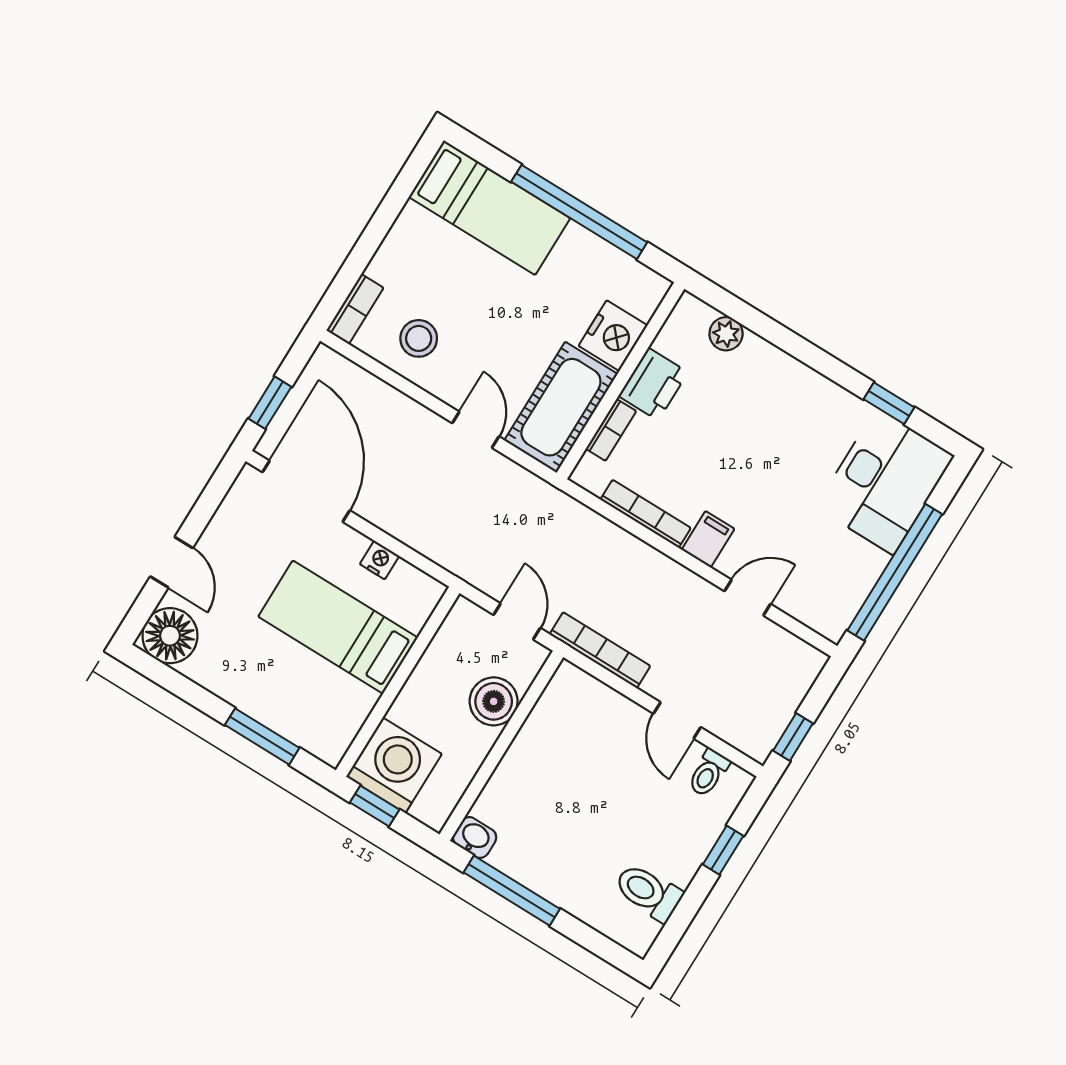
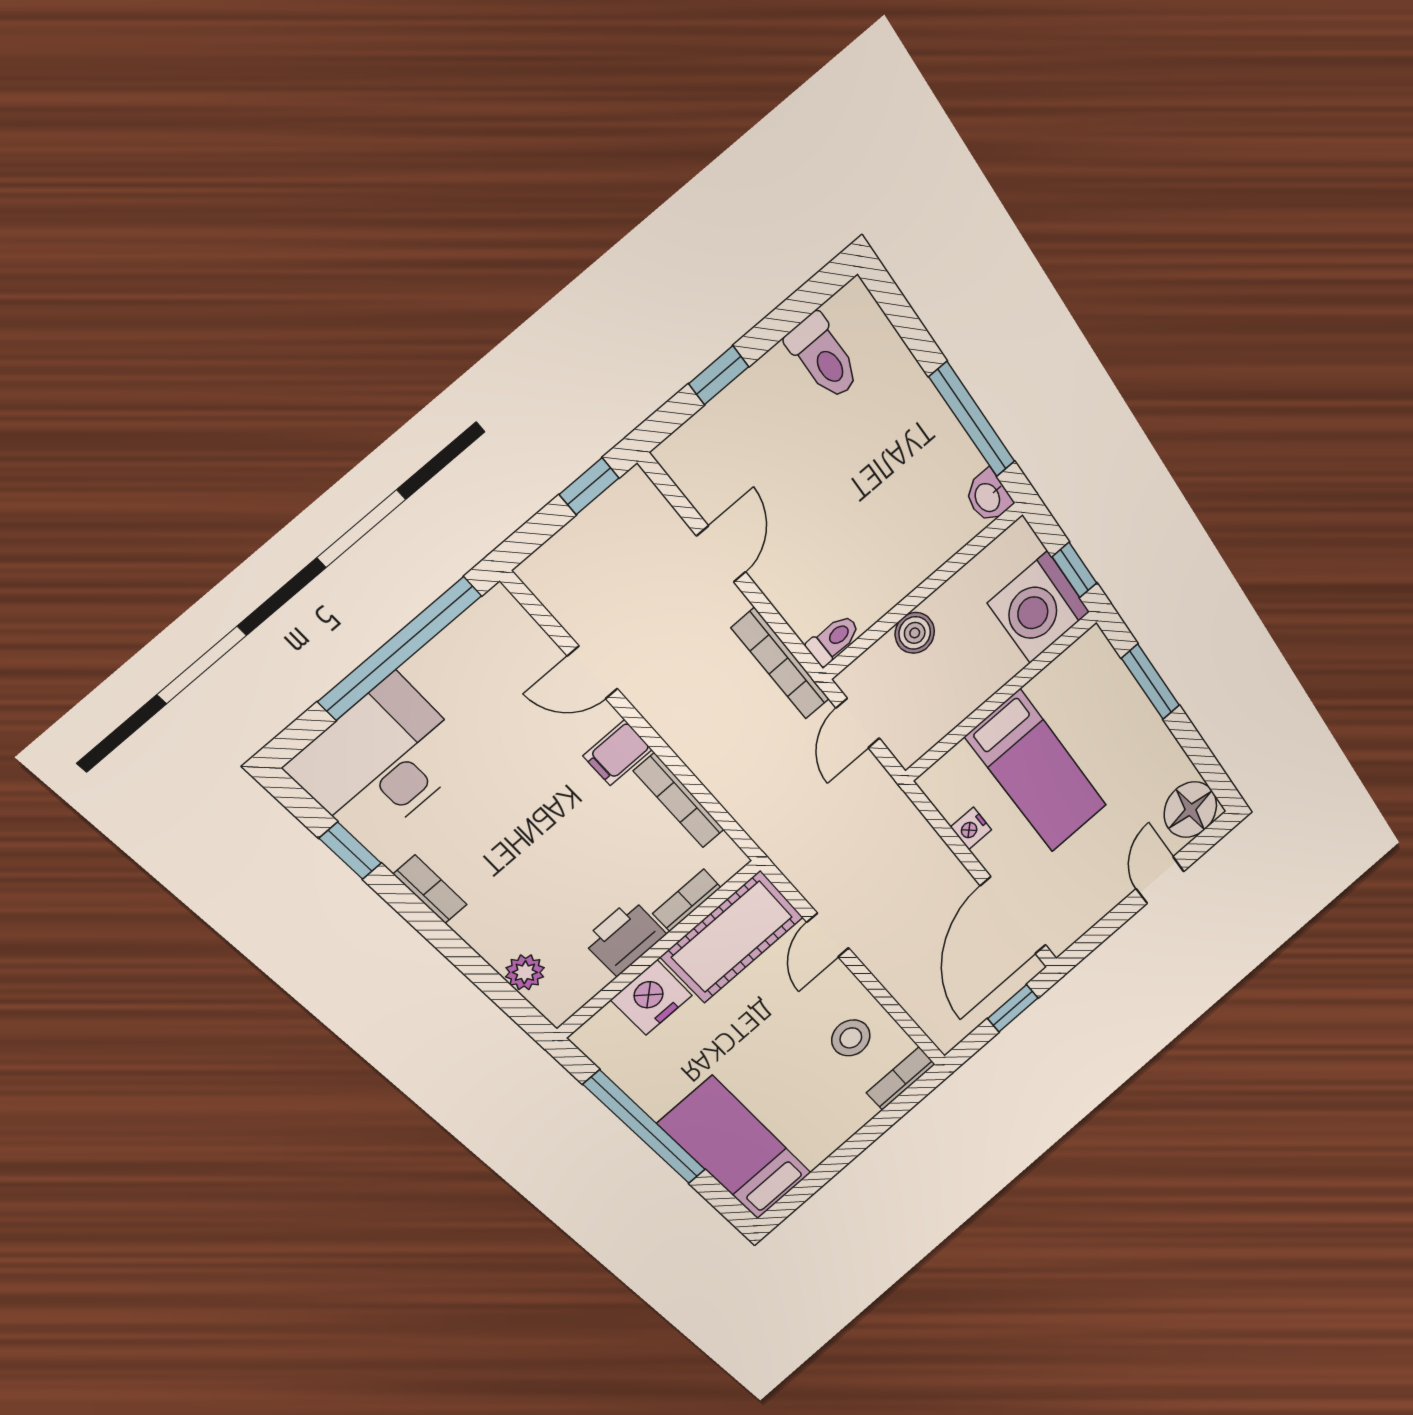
bookcase: (821, 387) -> (430, 889), added
boiler: (494, 701) -> (915, 633), width x0.73, depth x0.73
toilet: (708, 773) -> (833, 640), moved

